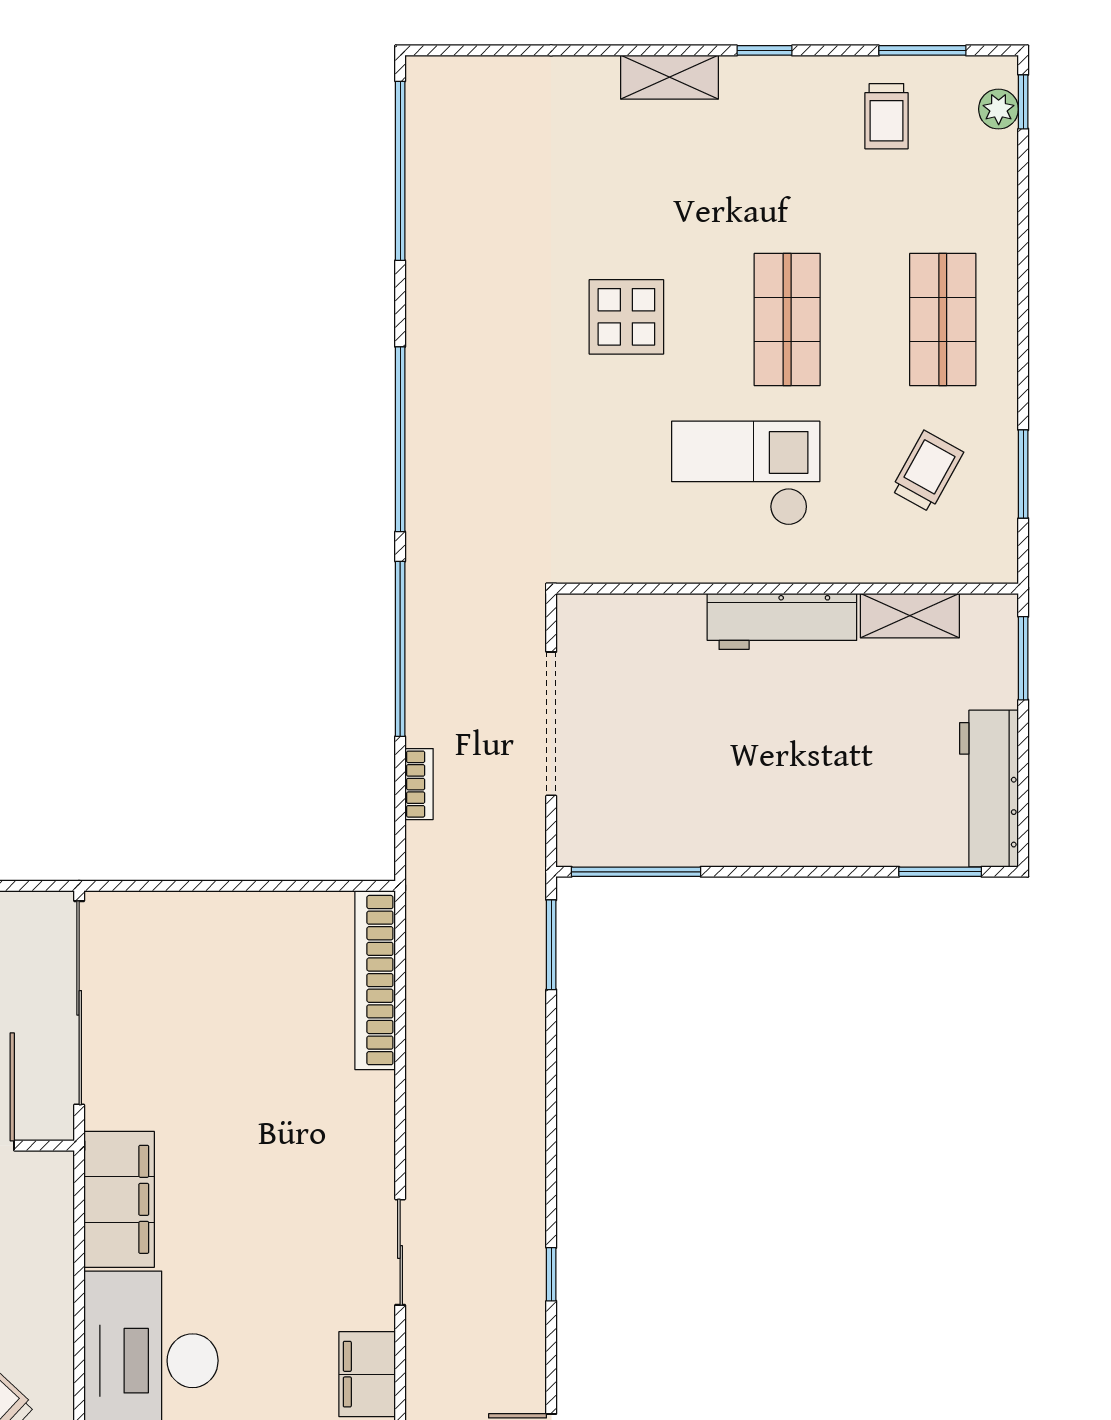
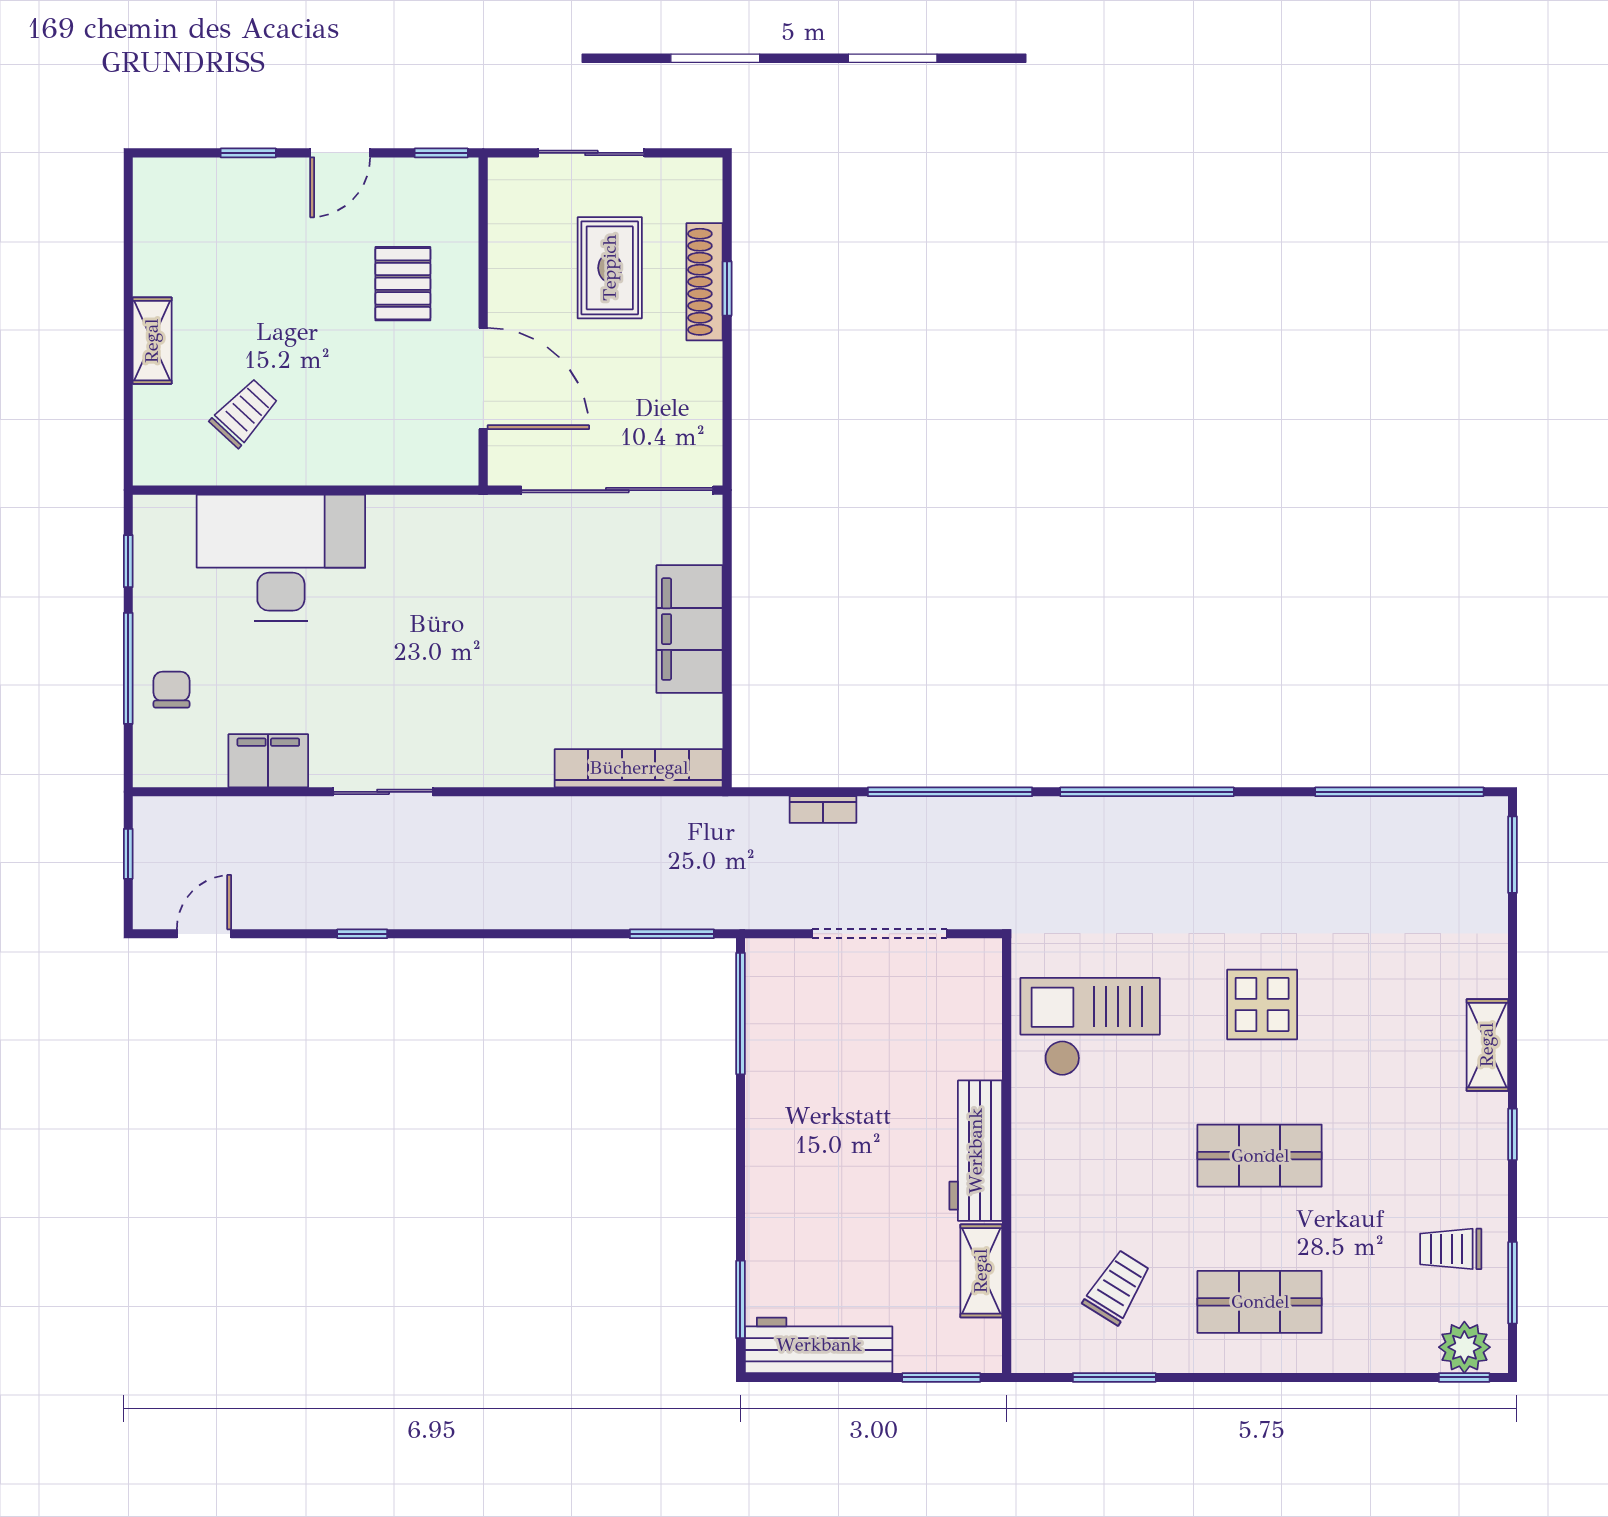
window: (467, 50) -> (1512, 855), added
plant: (999, 109) -> (1464, 1347), width x1.38, depth x1.38
trolley: (927, 471) -> (1117, 1287), turned -87
checkout: (746, 473) -> (1090, 1027), moved, turned -90
filing cabinet: (119, 1199) -> (690, 629), moved, turned 90

